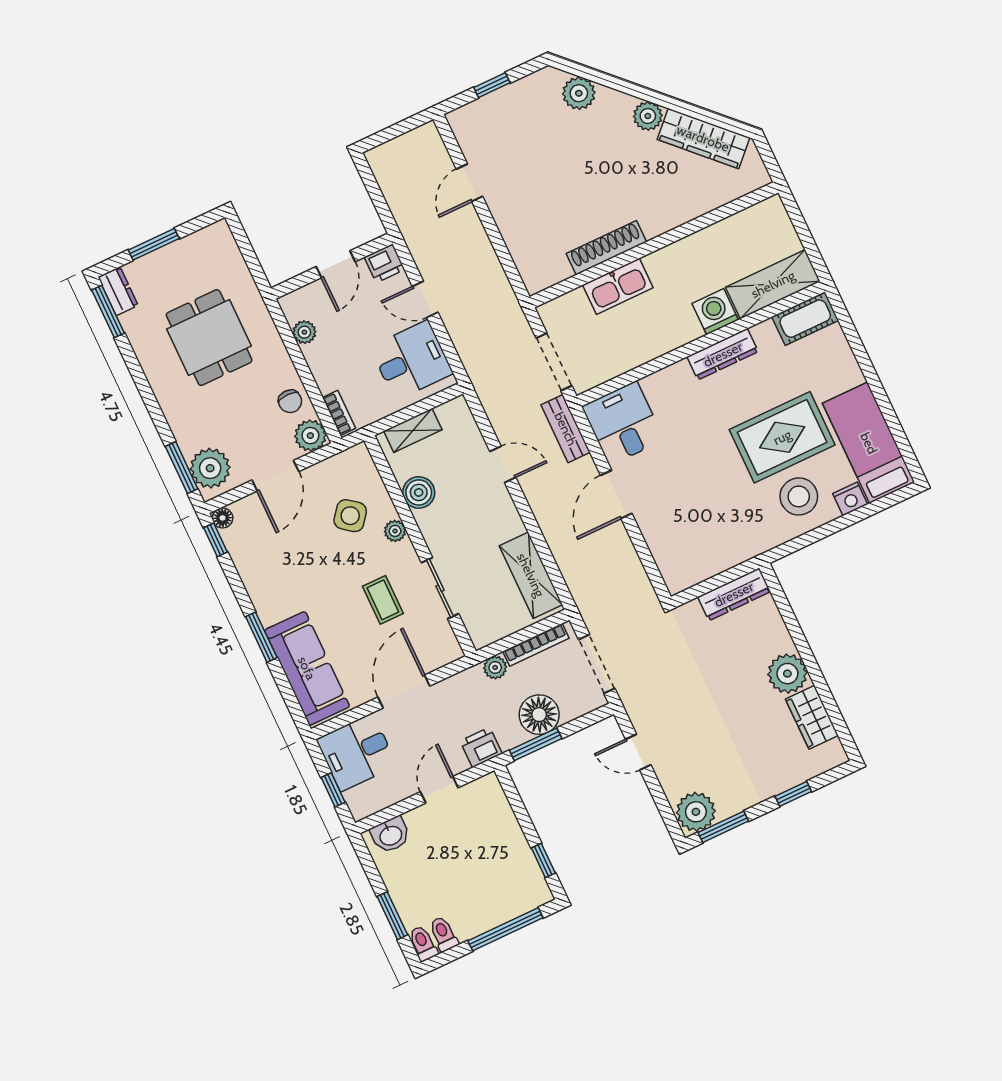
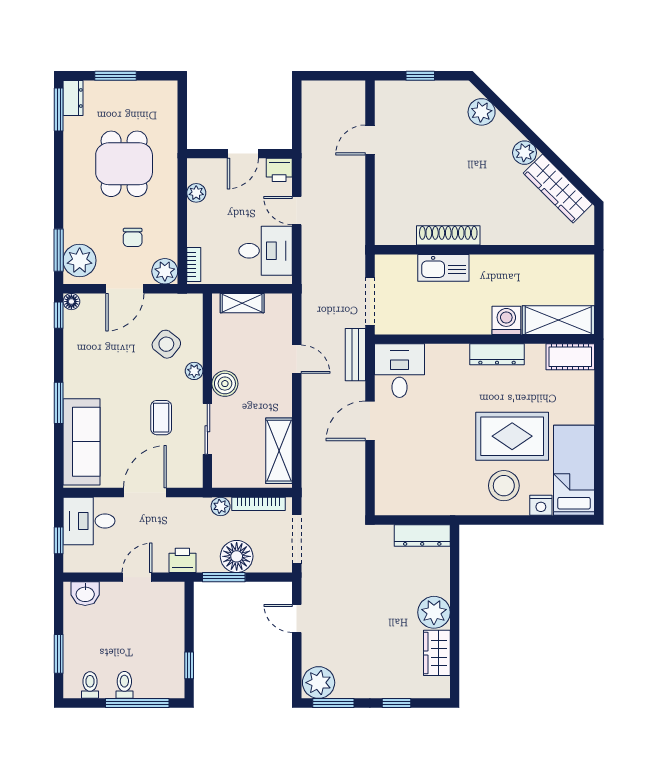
chair: (290, 401) -> (133, 237), moved
boiler: (419, 492) -> (225, 384), moved
toilet: (423, 943) -> (124, 685), moved

